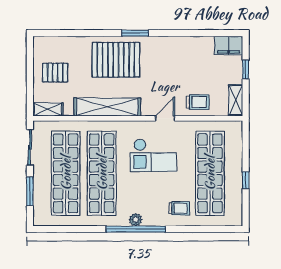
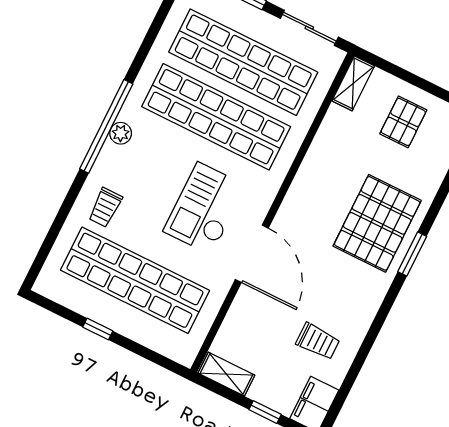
window: (135, 33) -> (412, 254), moved
trolley: (198, 102) -> (318, 341), moved, turned -90
shelving: (107, 107) -> (312, 175), removed
door: (165, 118) -> (252, 254), width x1.87

